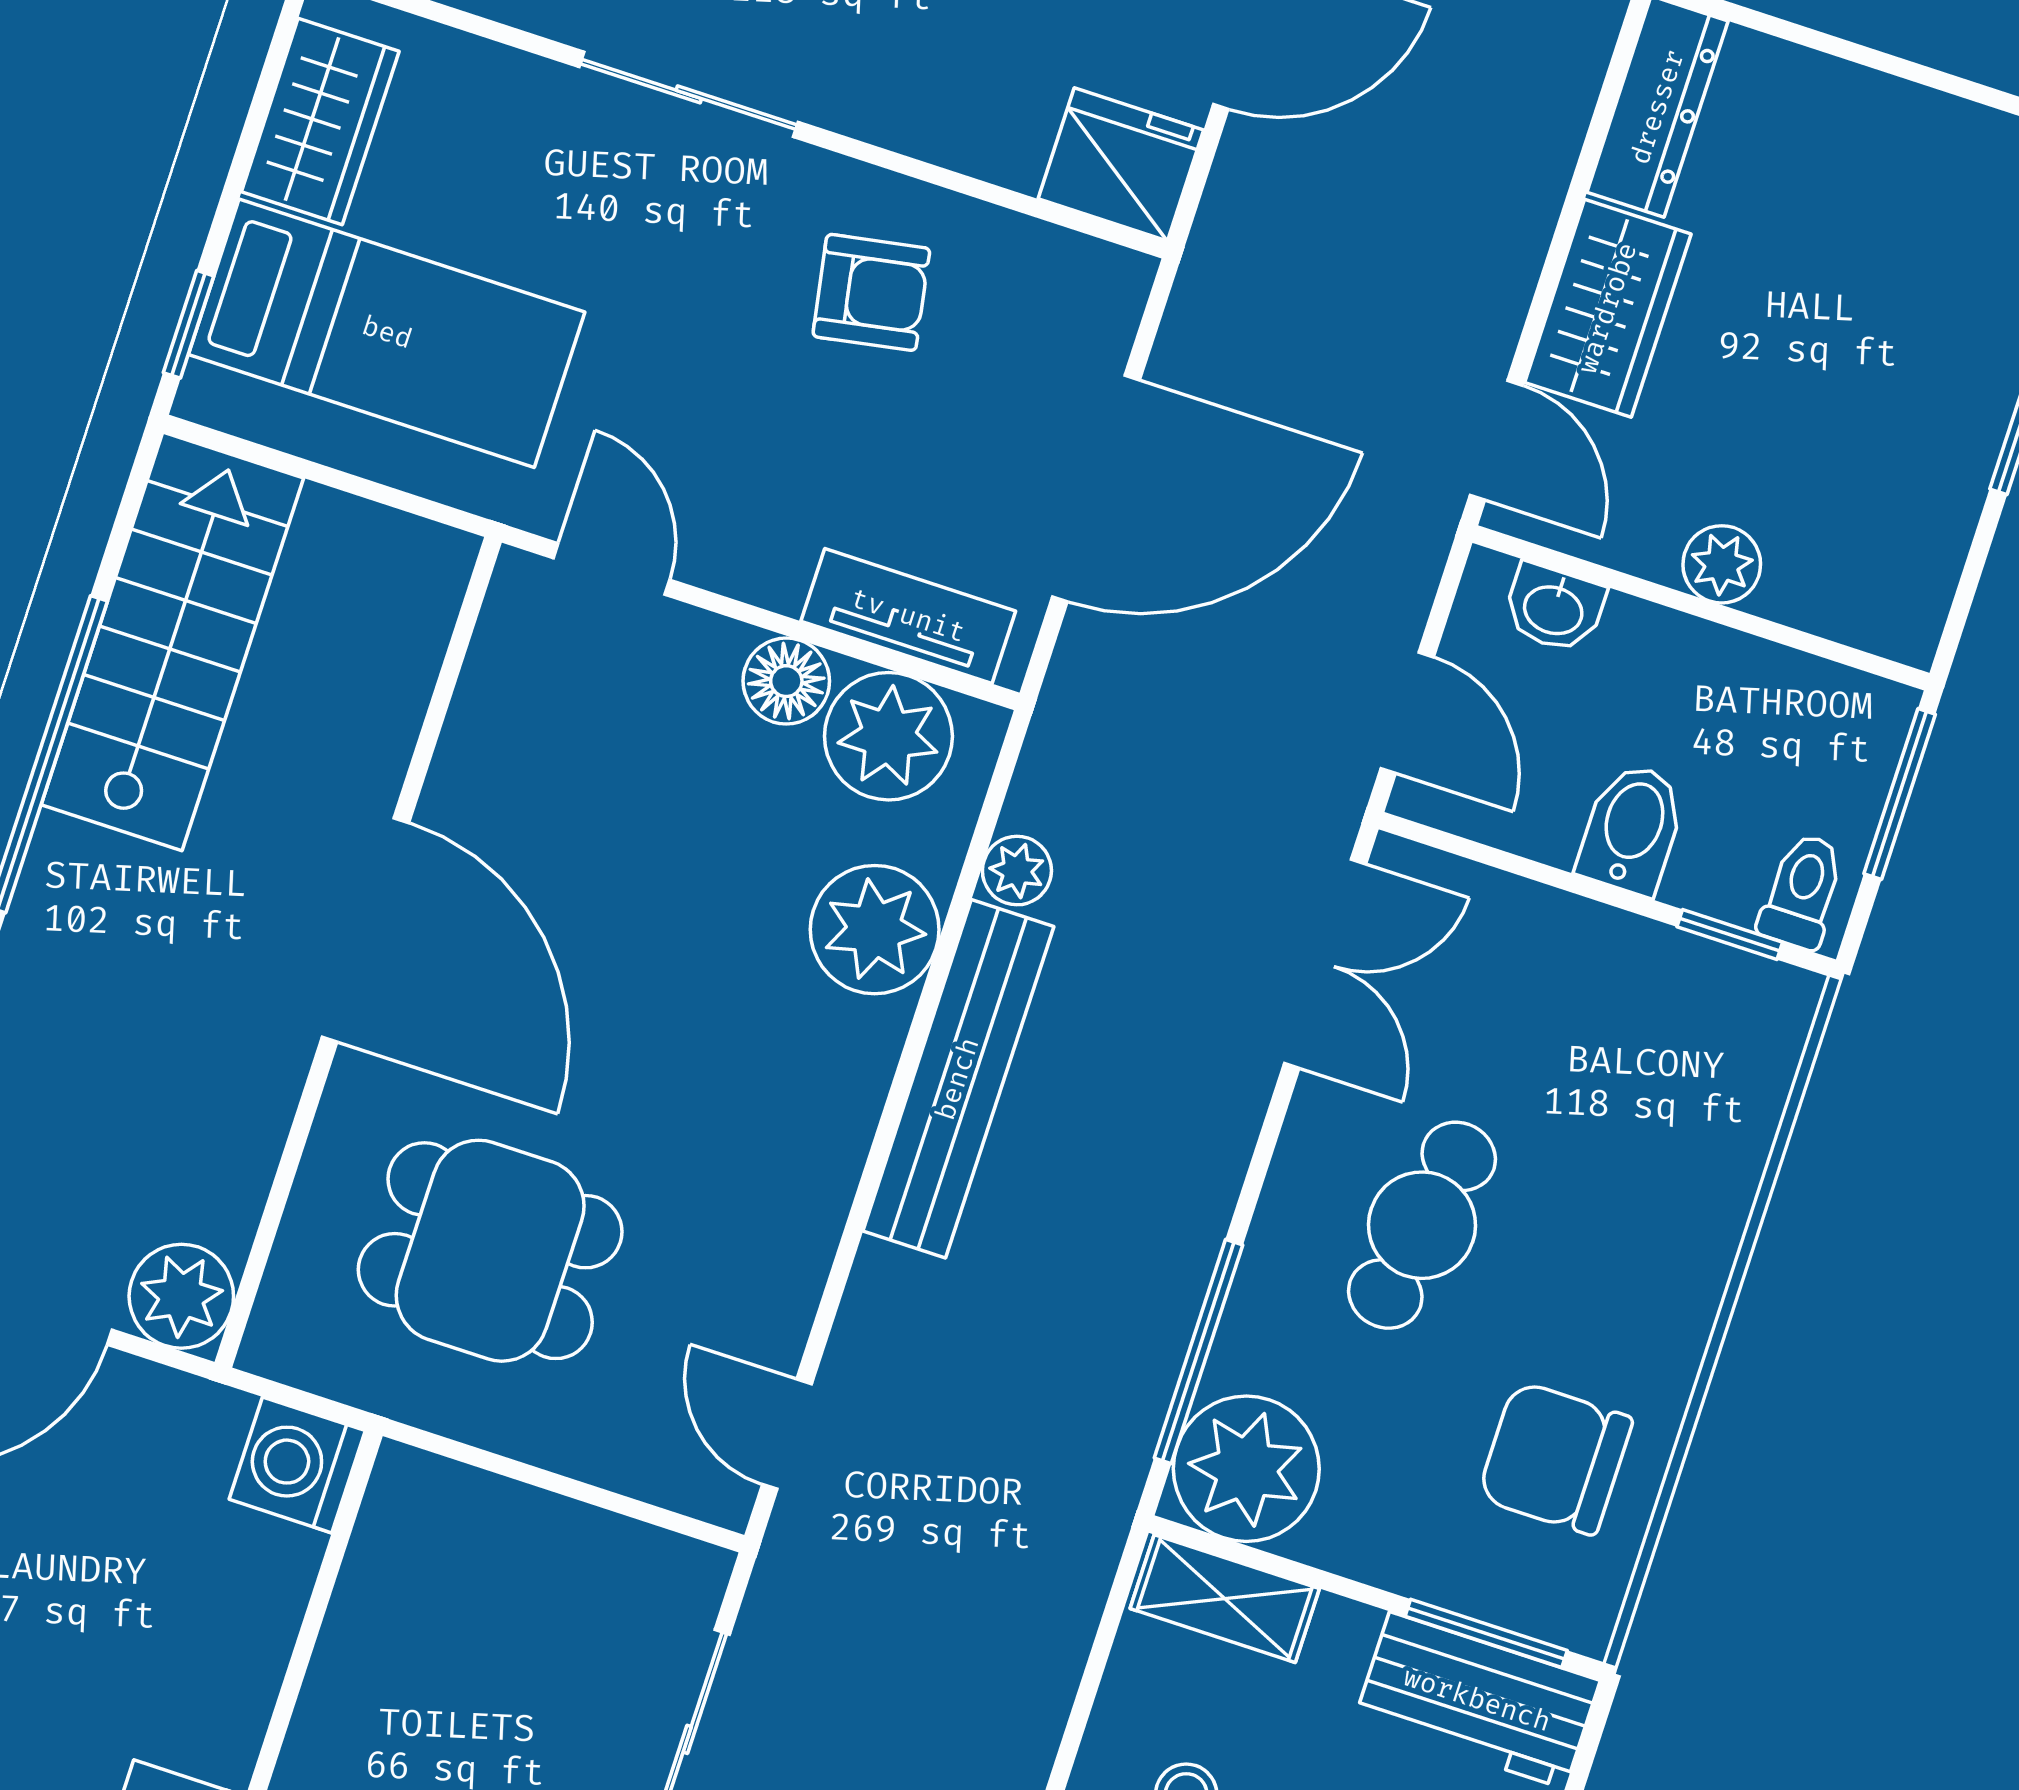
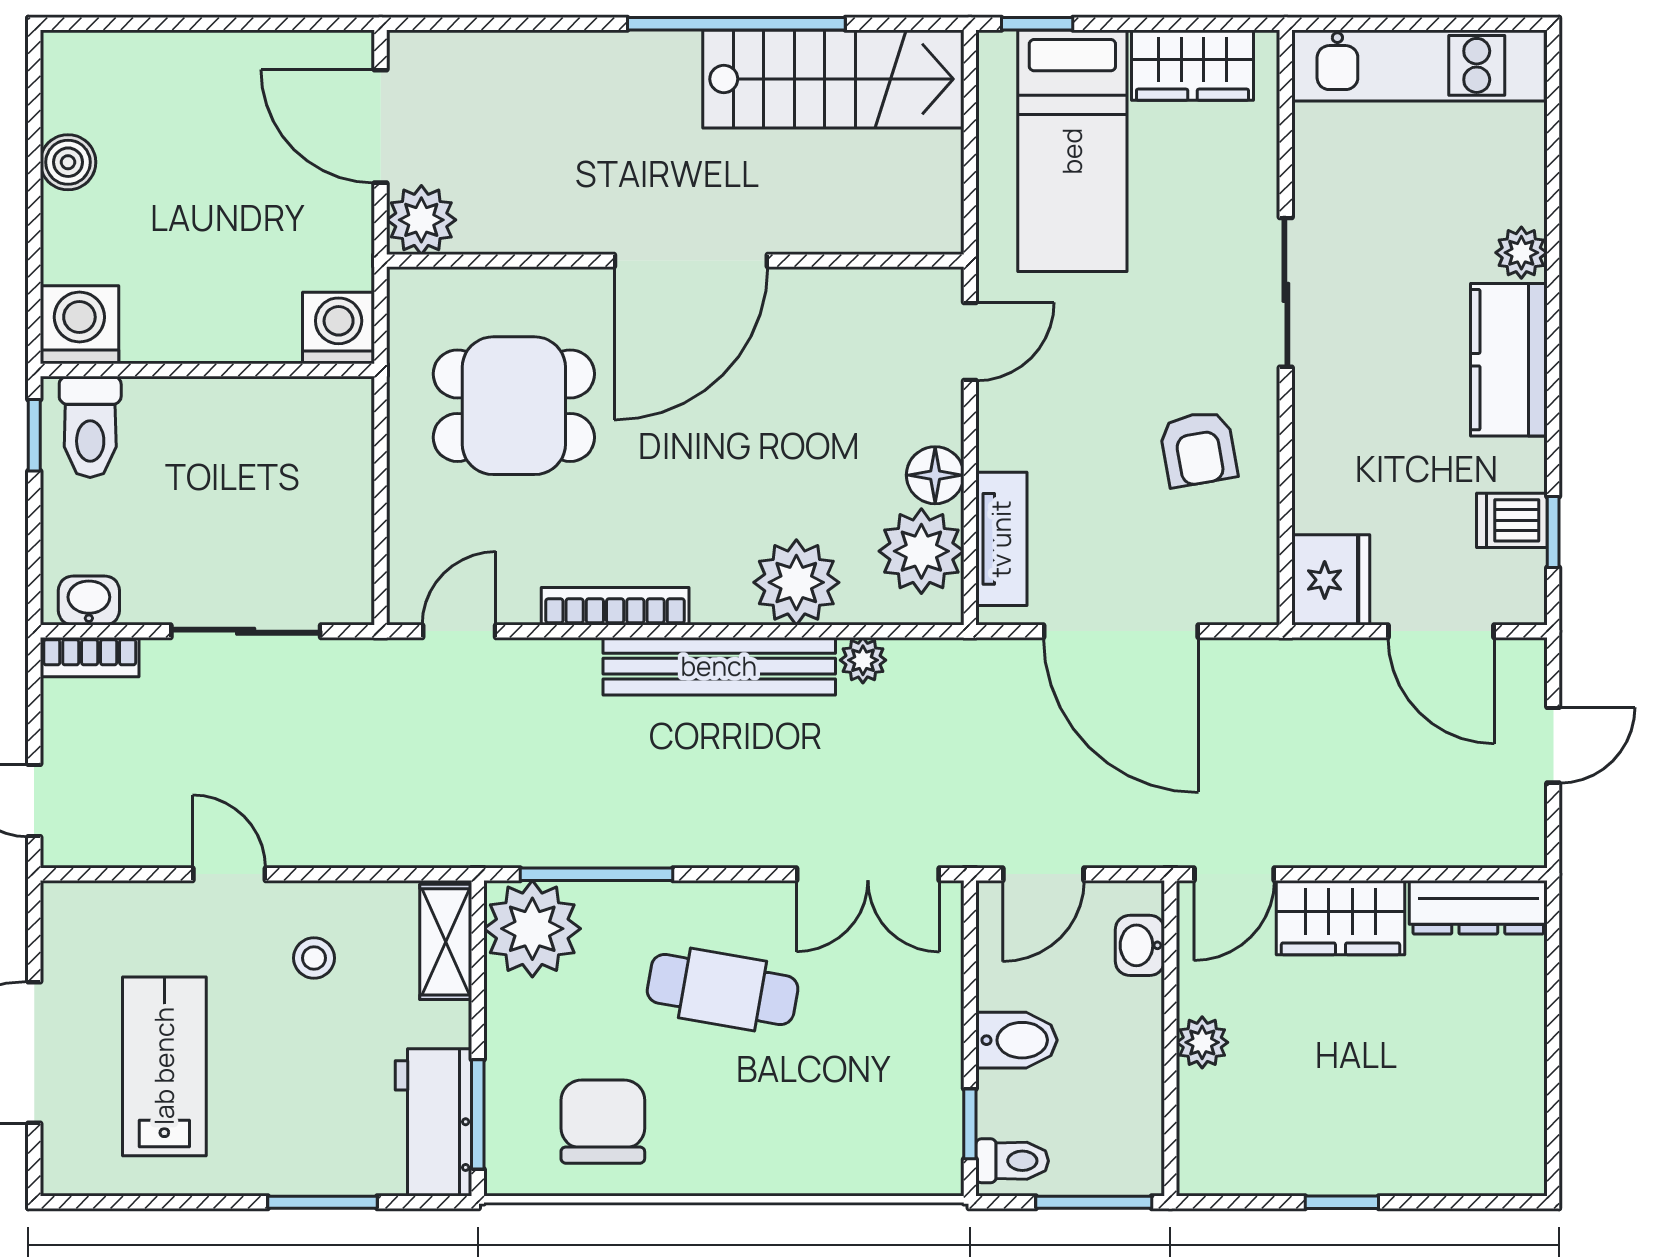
bookcase: (824, 1200) -> (615, 606), added
dining table: (490, 1251) -> (514, 406), turned 90

